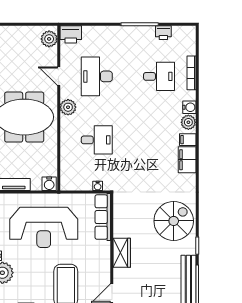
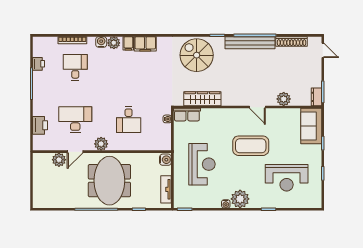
printer: (71, 34) -> (40, 125), moved
plant: (49, 39) -> (59, 160), moved
desk: (97, 76) -> (75, 120), turned 180
desk: (97, 140) -> (129, 120), turned 180
row of seats: (103, 217) -> (187, 115), width x0.68
reception desk: (44, 227) -> (202, 164), width x0.74, depth x0.77
wardrobe: (122, 253) -> (202, 99), moved, width x1.50

